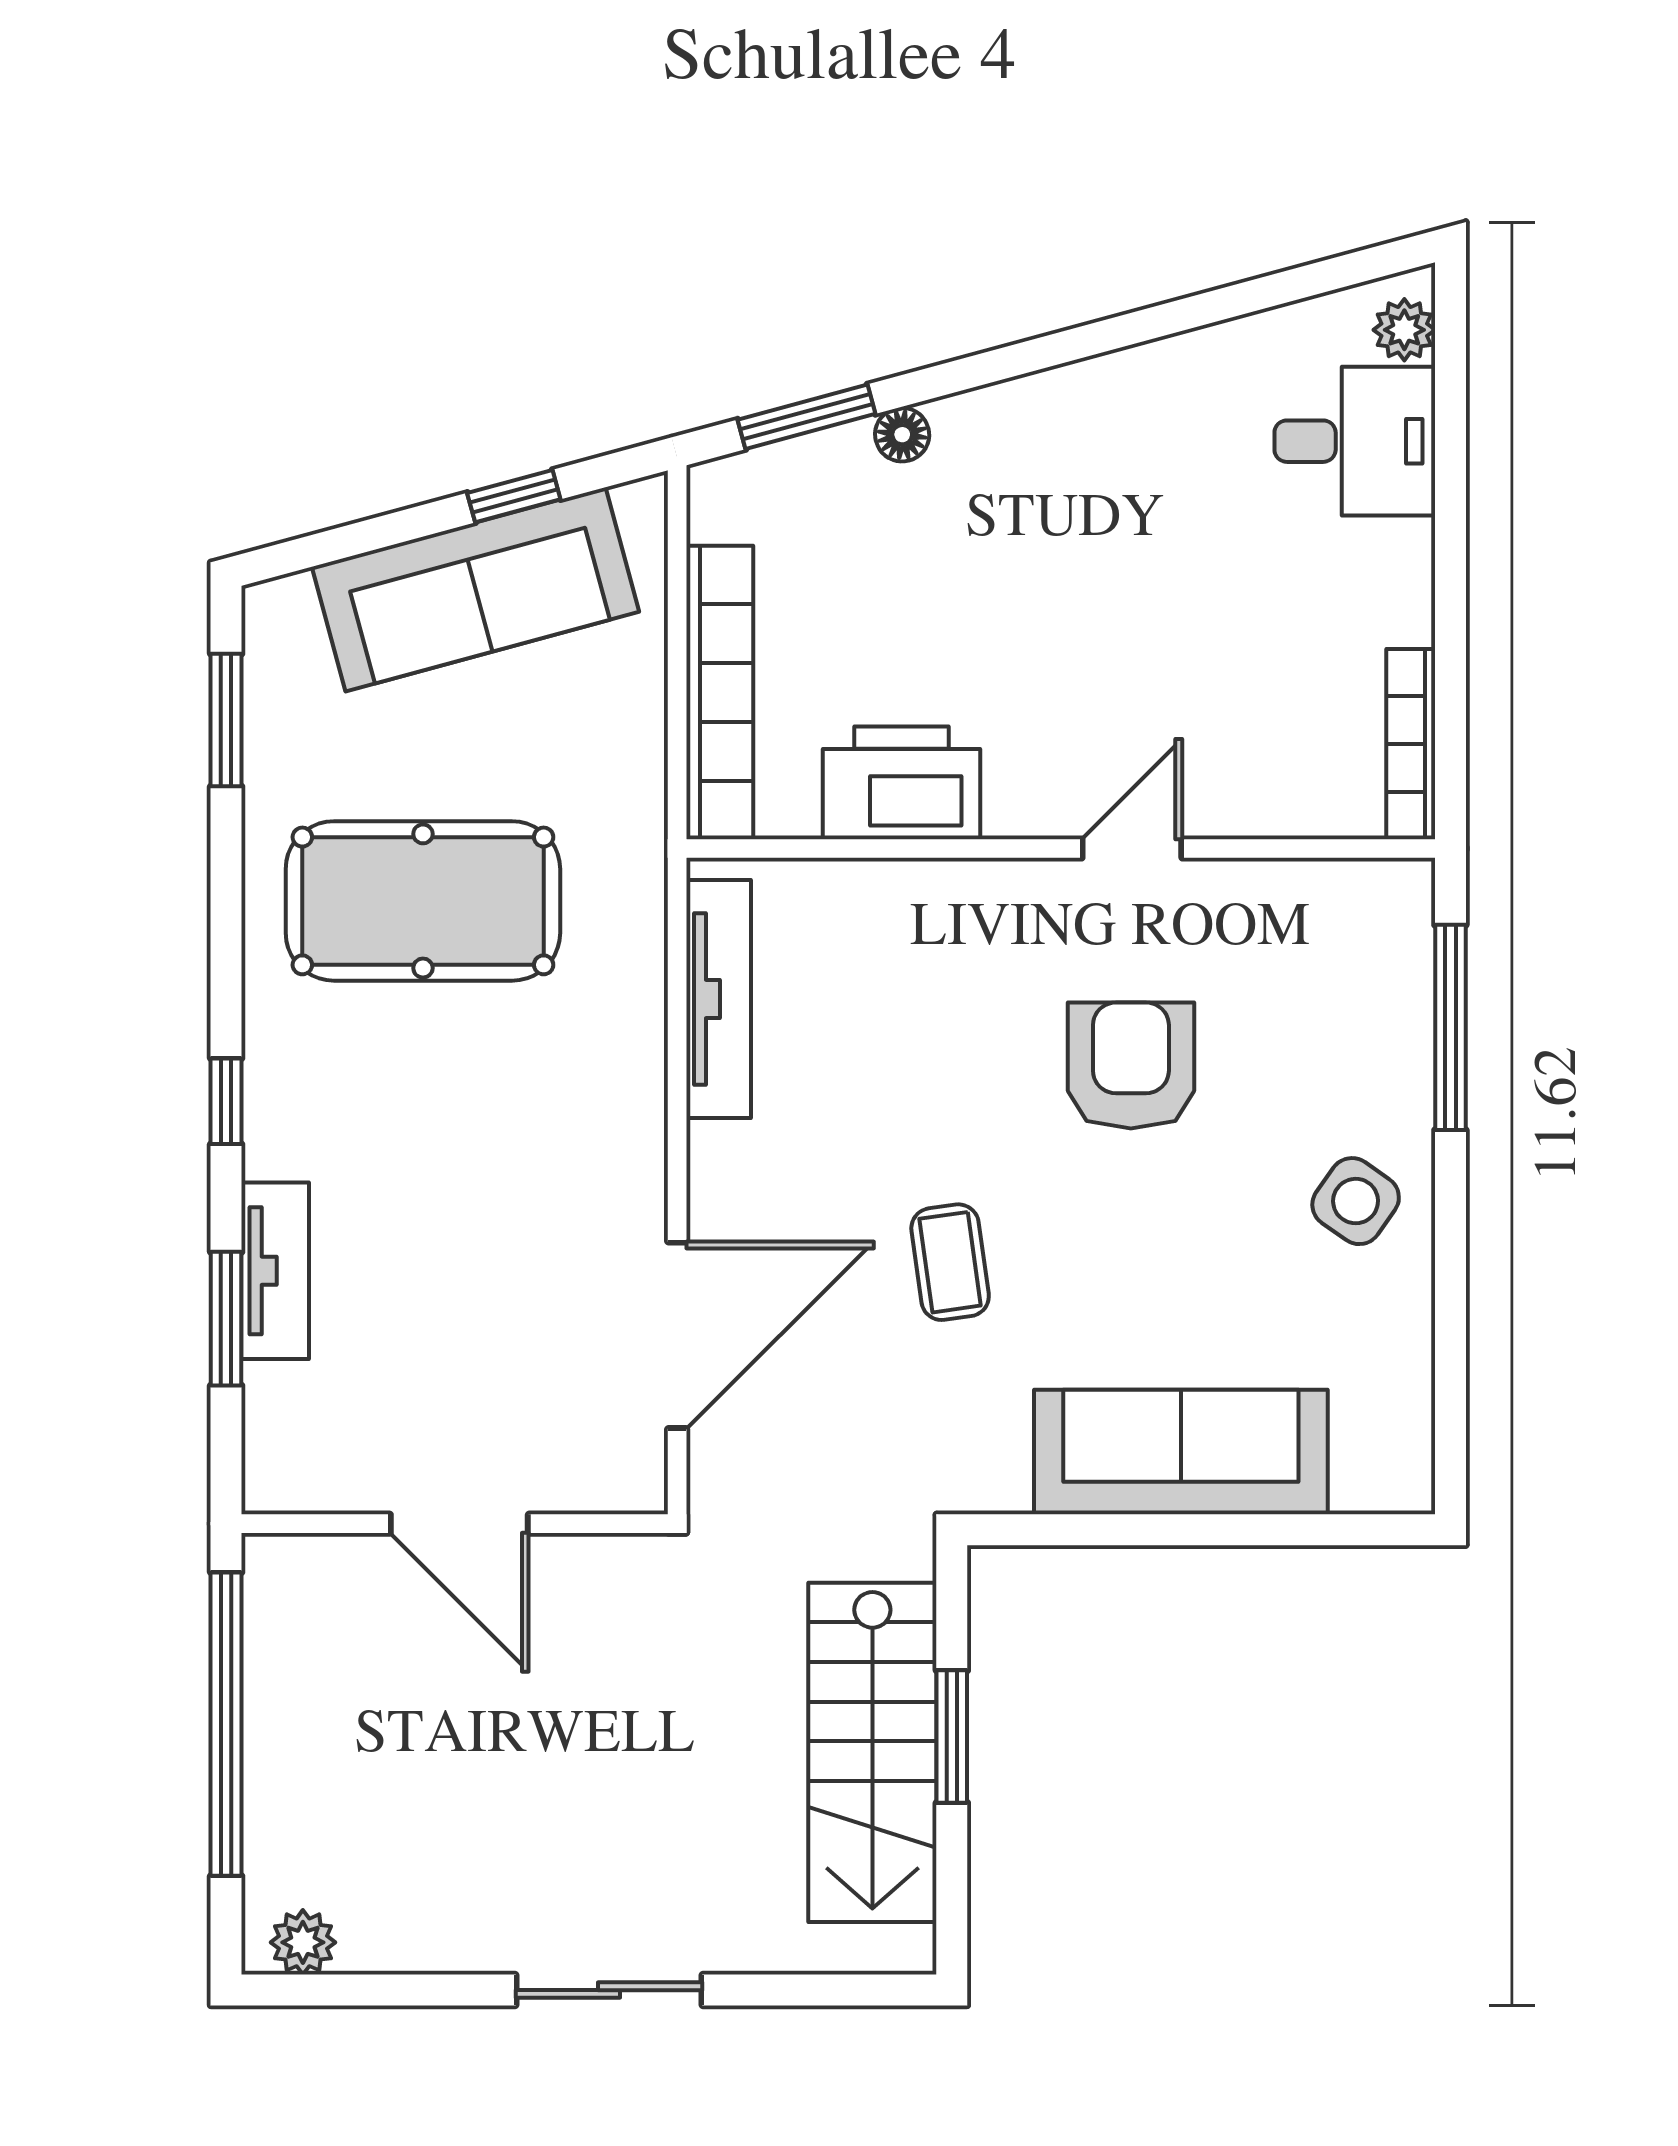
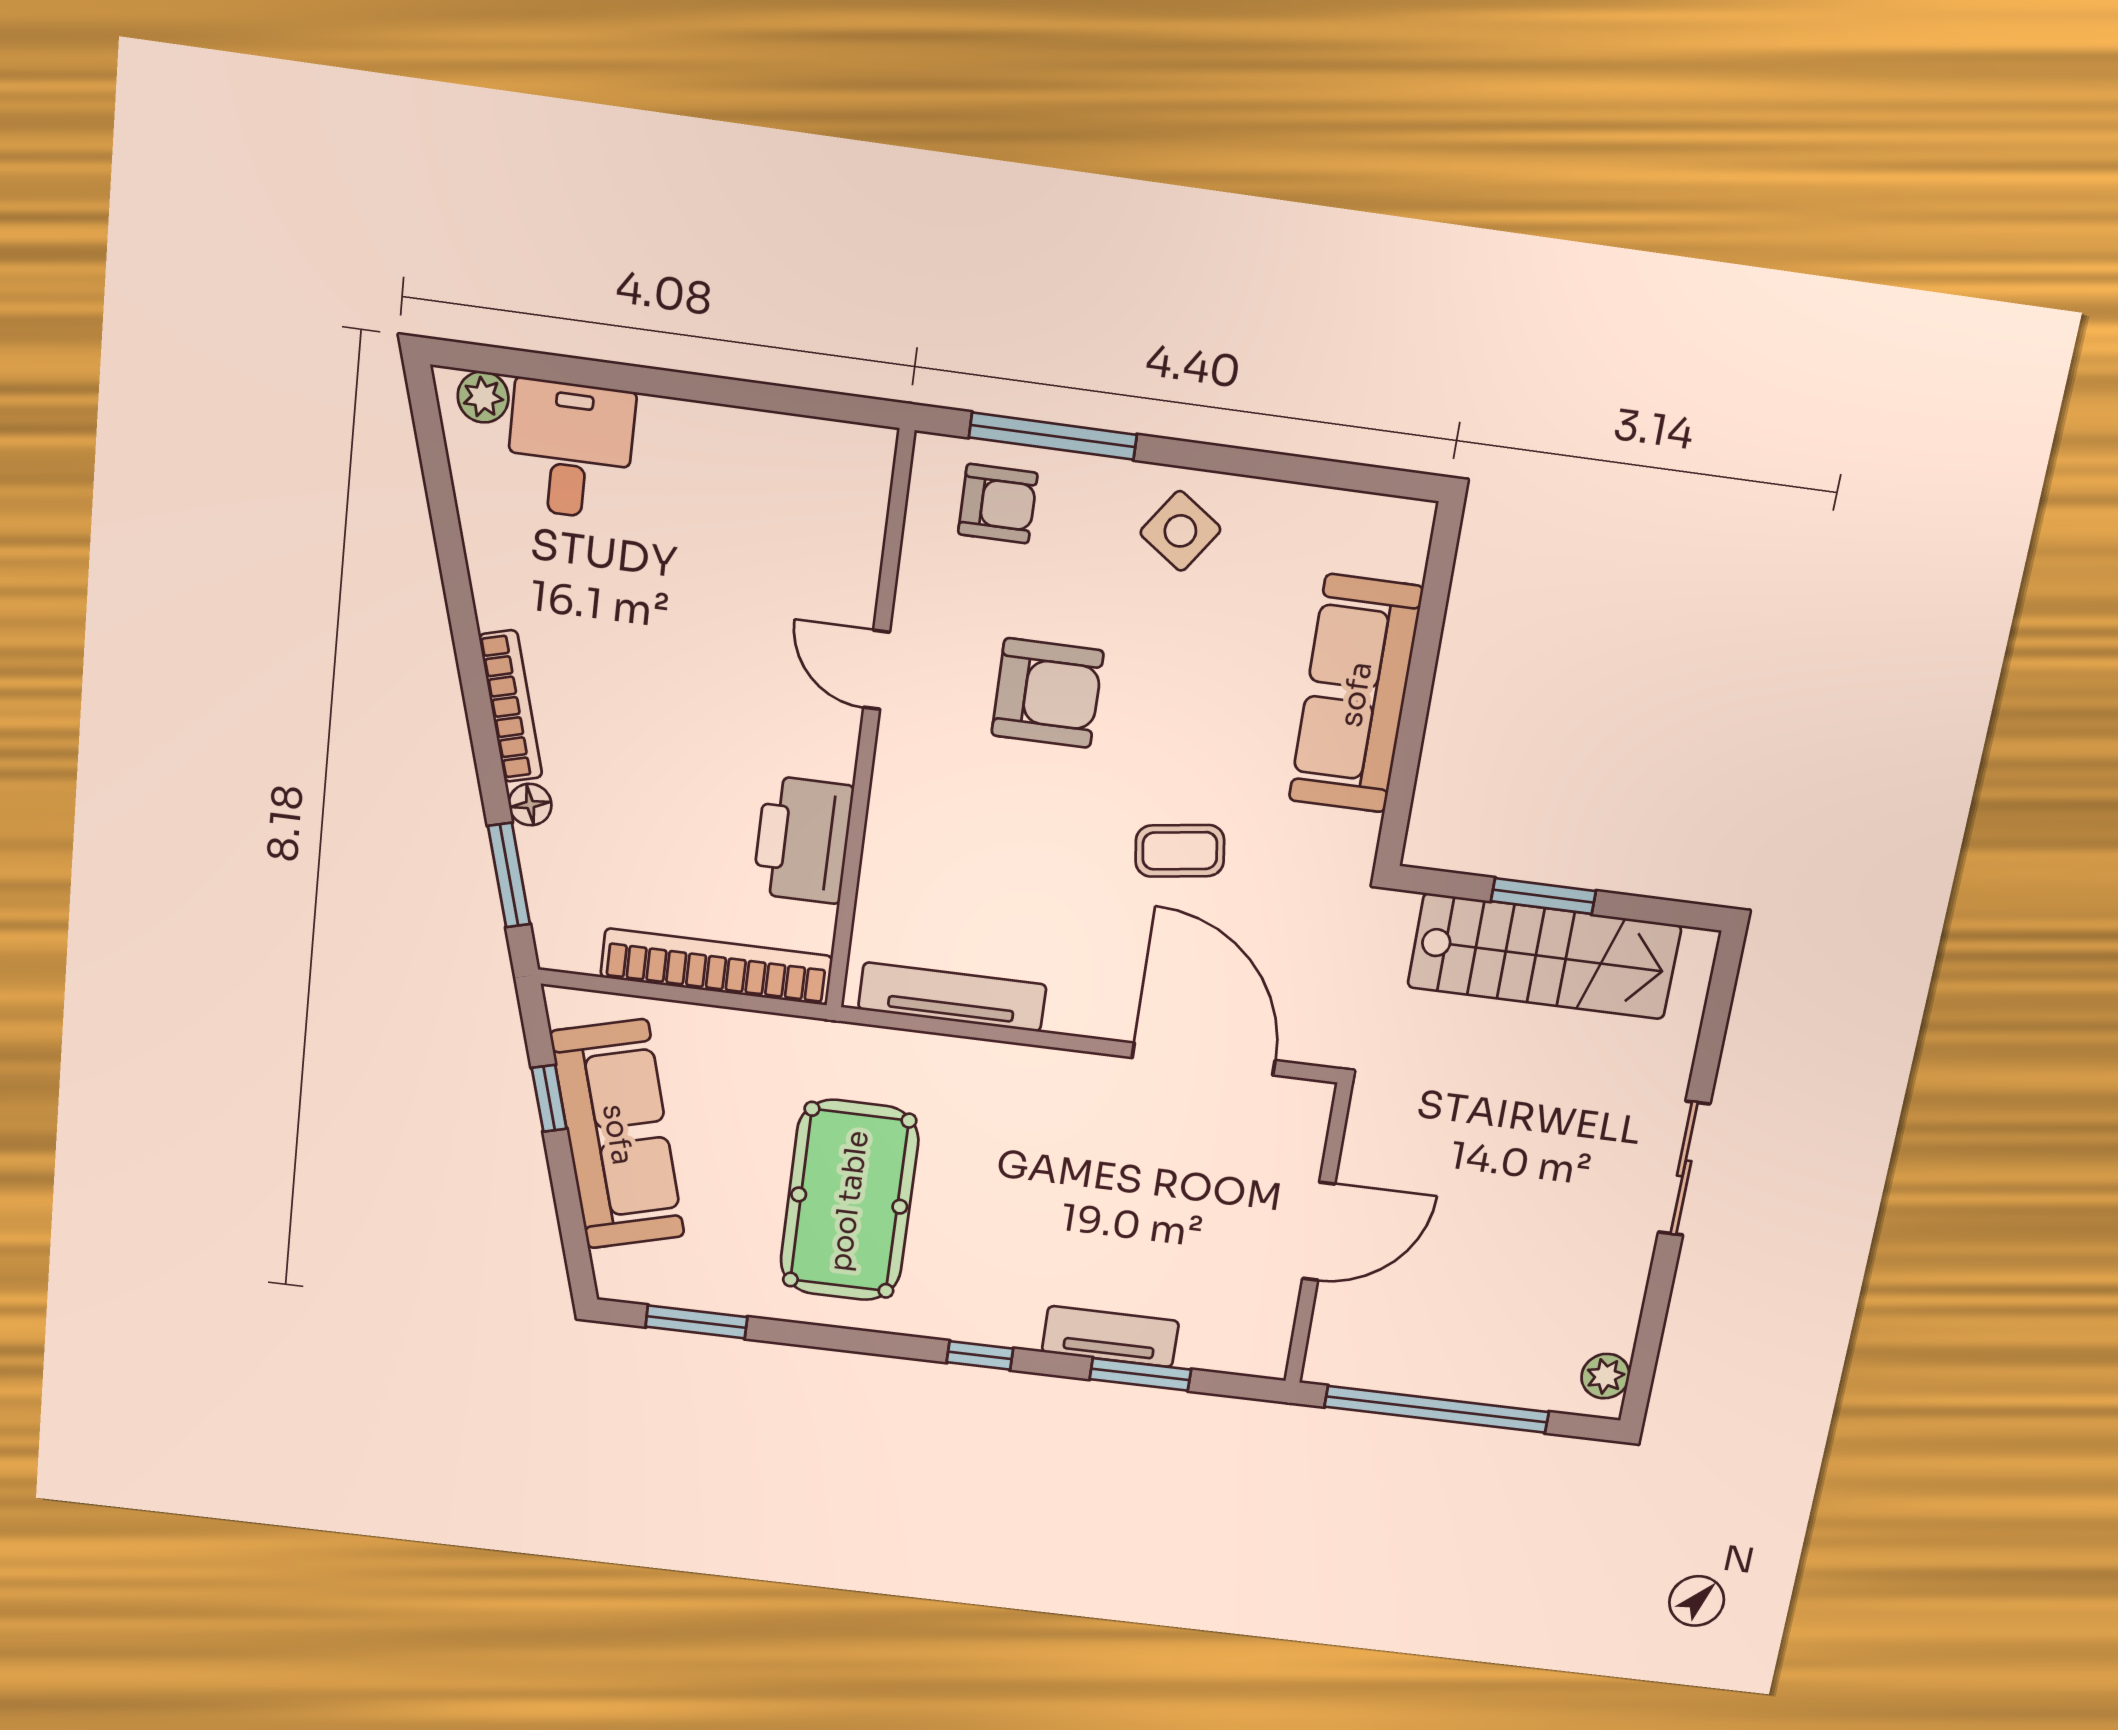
bookcase: (1411, 744) -> (511, 706), moved, turned -105
armchair: (1359, 971) -> (998, 504), added
armchair: (1131, 1066) -> (1047, 693), turned 180

